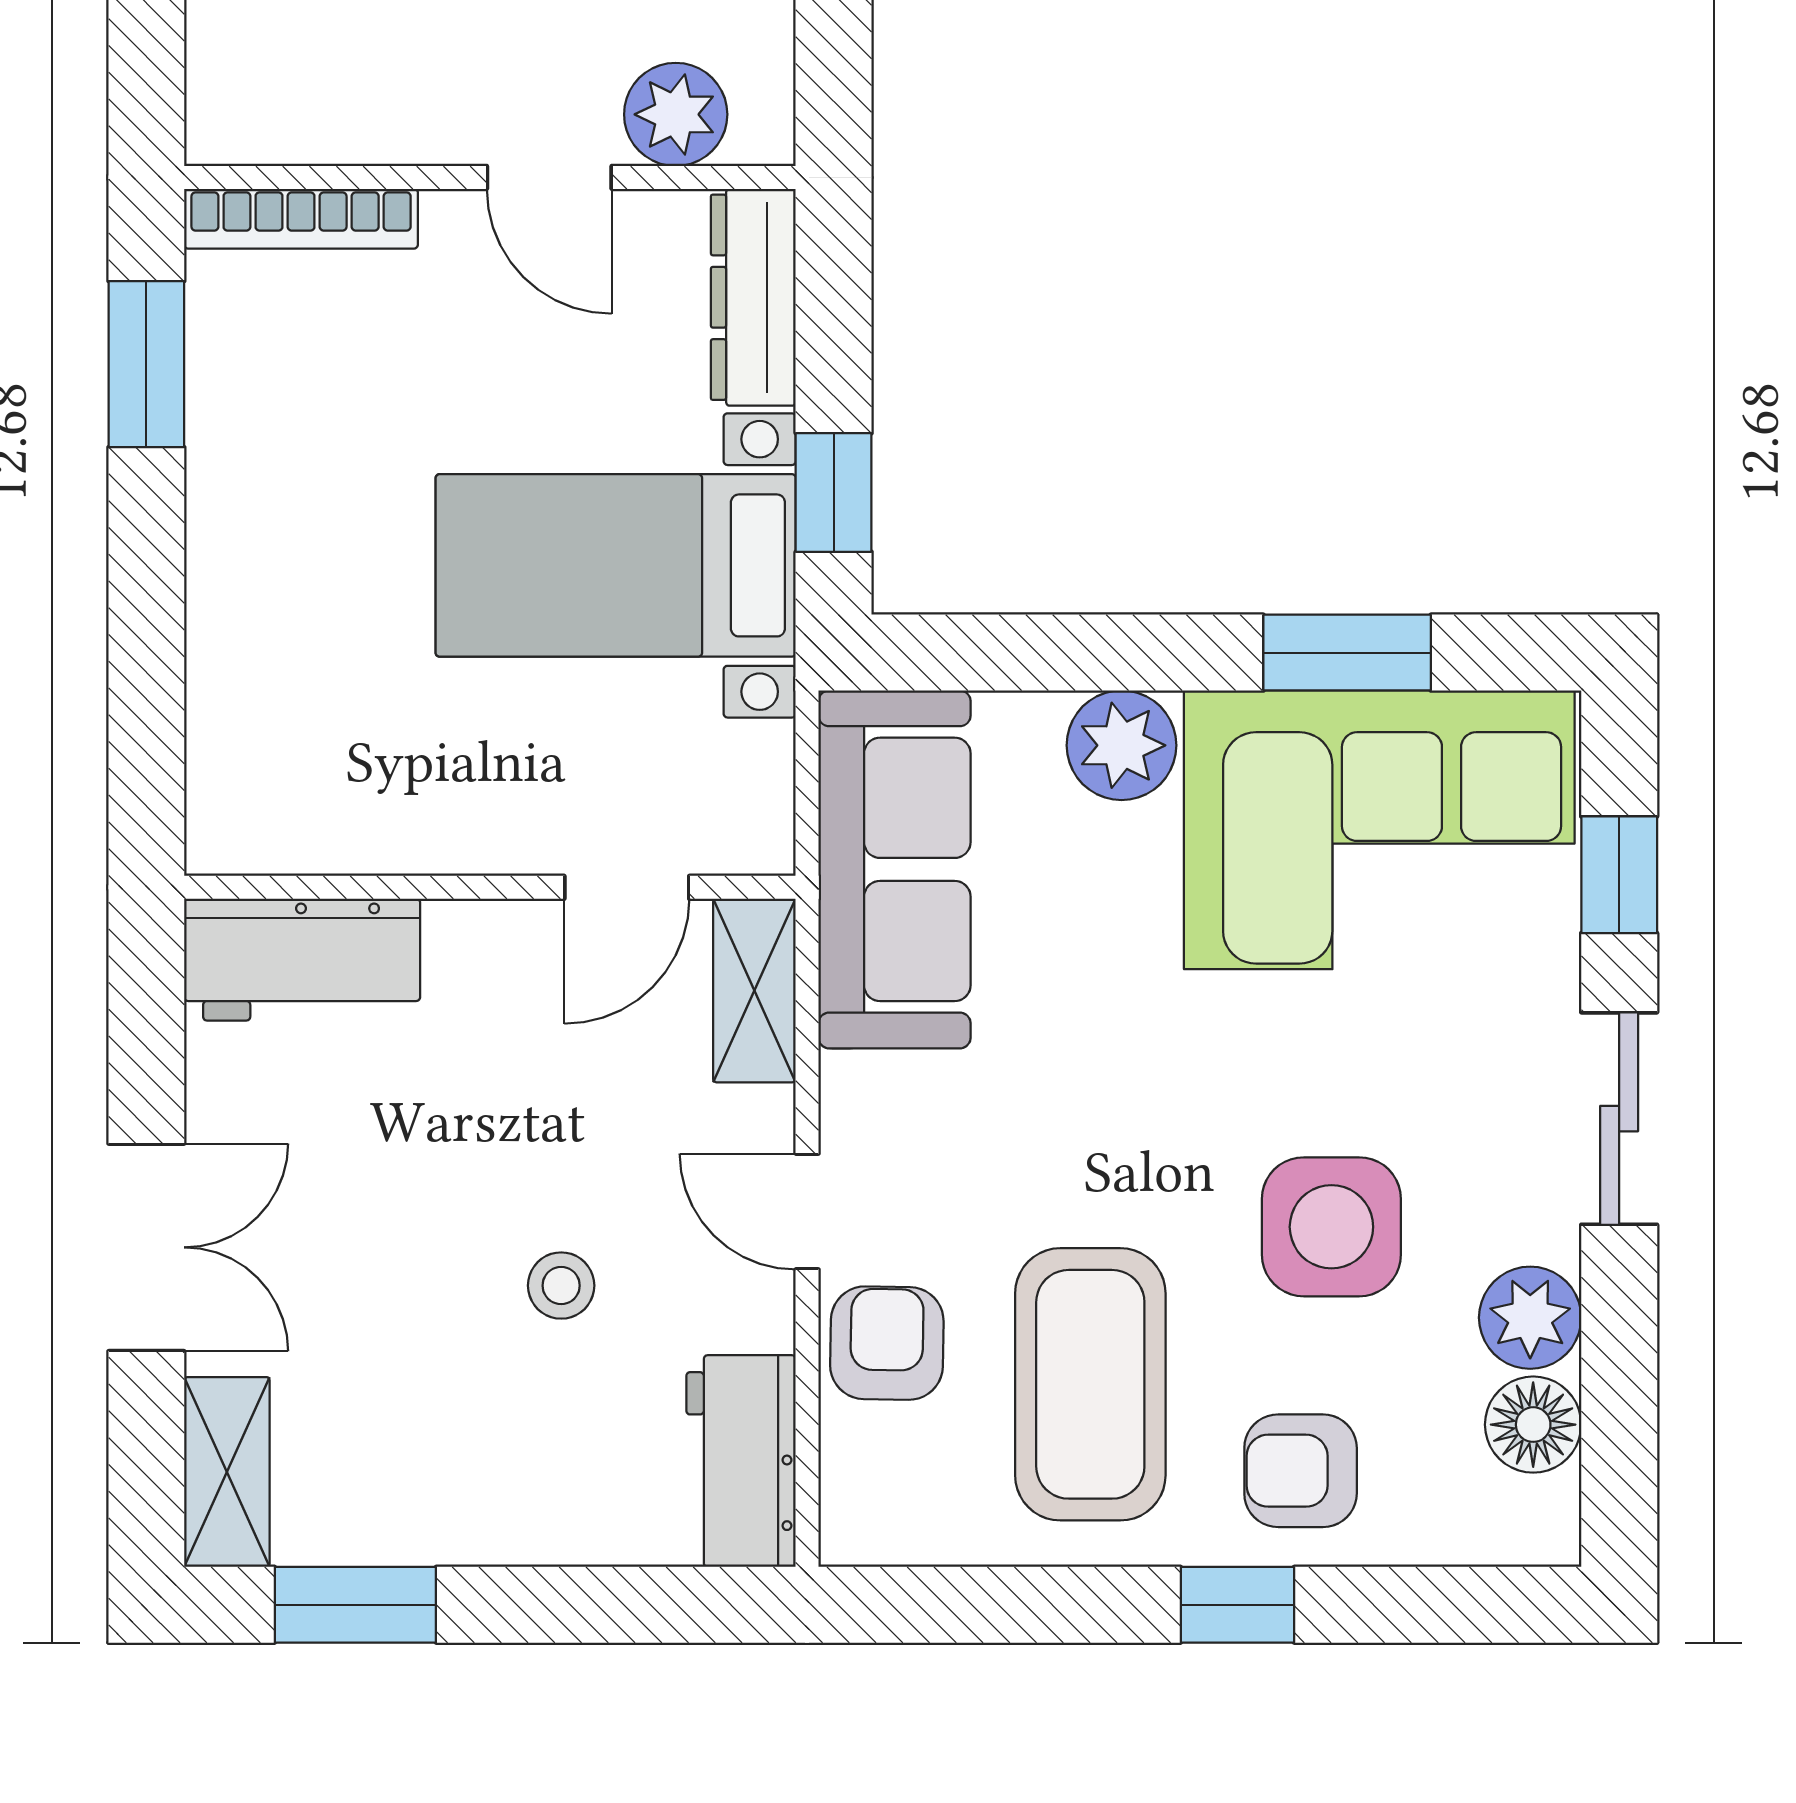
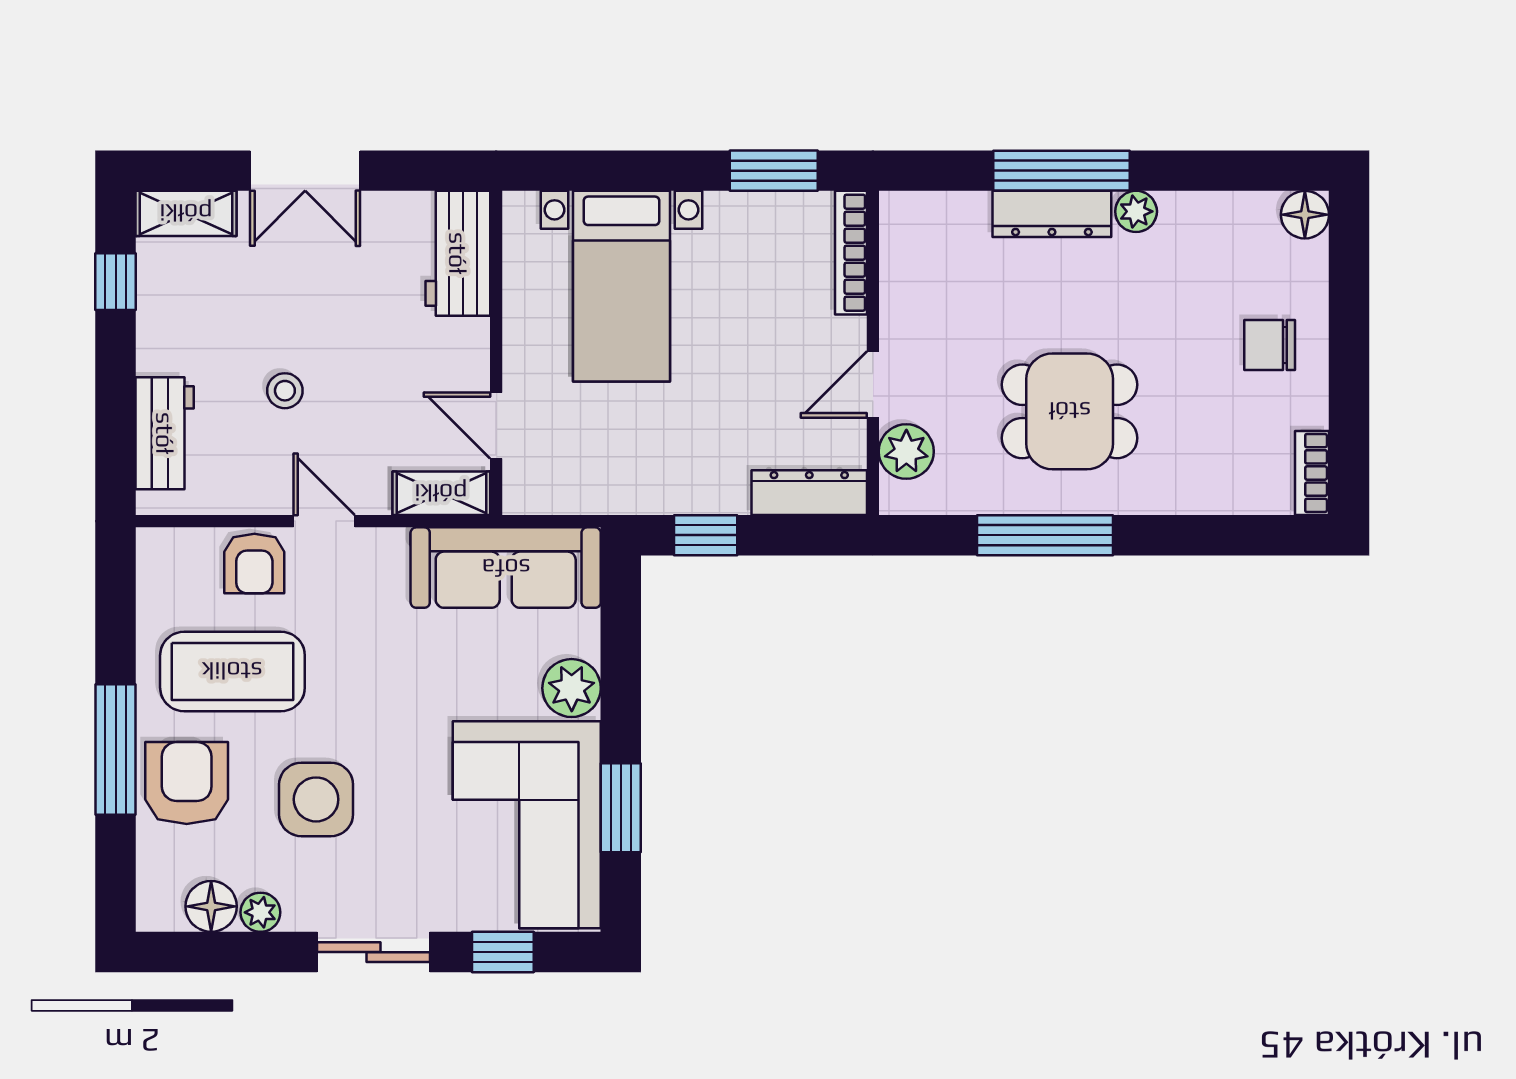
bed with nightstands: (616, 565) -> (621, 286), moved, turned 180
door: (807, 1211) -> (324, 521), hinge flipped
plant: (1530, 1318) -> (260, 912), width x0.73, depth x0.73
armchair: (887, 1343) -> (254, 564), turned 89
workbench: (741, 1461) -> (165, 433), moved, turned 90
armchair: (1301, 1471) -> (187, 783), width x1.38, depth x1.38
window: (355, 1605) -> (116, 282), width x0.67
window: (1237, 1605) -> (116, 750), width x2.17

